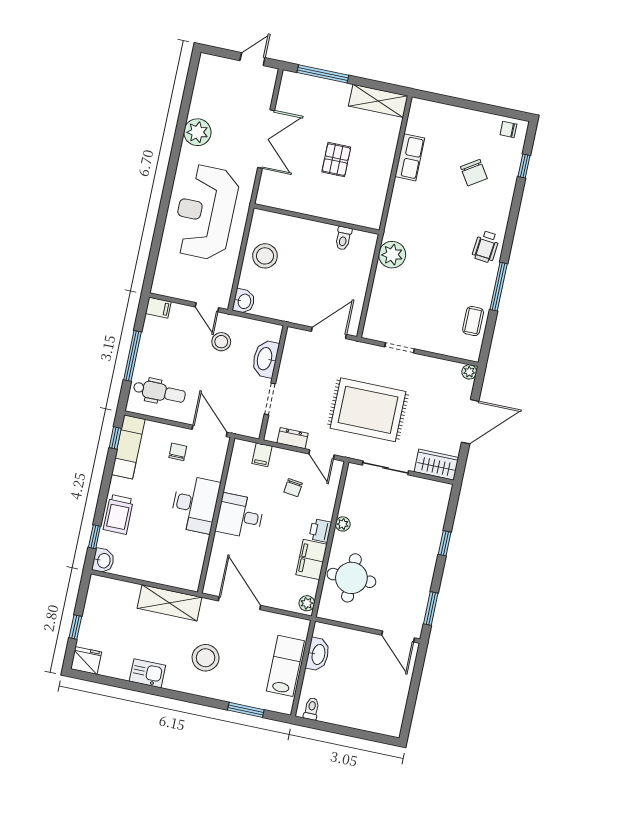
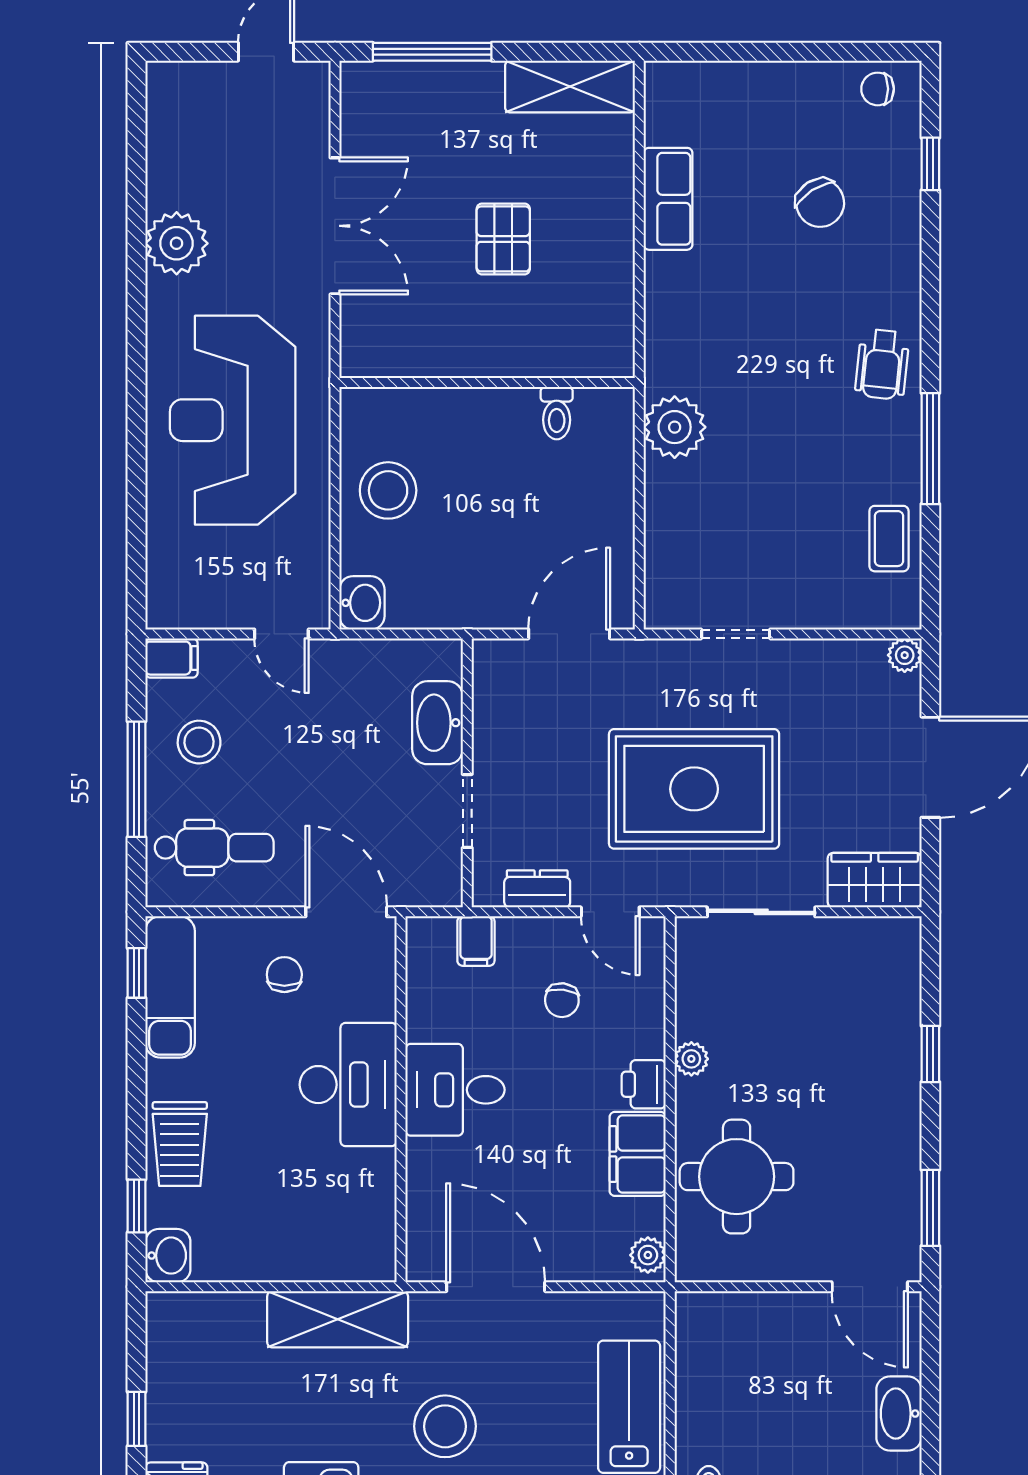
stool: (221, 342) -> (199, 742), moved
washbasin: (318, 654) -> (899, 1414), moved, turned 180

